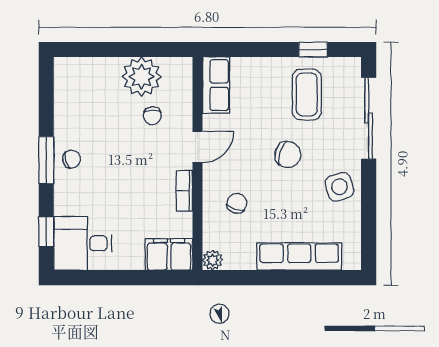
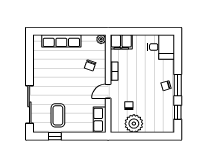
chair: (288, 155) -> (67, 88), removed
side table: (339, 187) -> (43, 73), removed
window: (46, 232) -> (178, 112), moved

